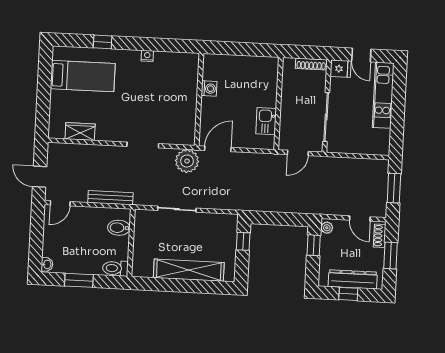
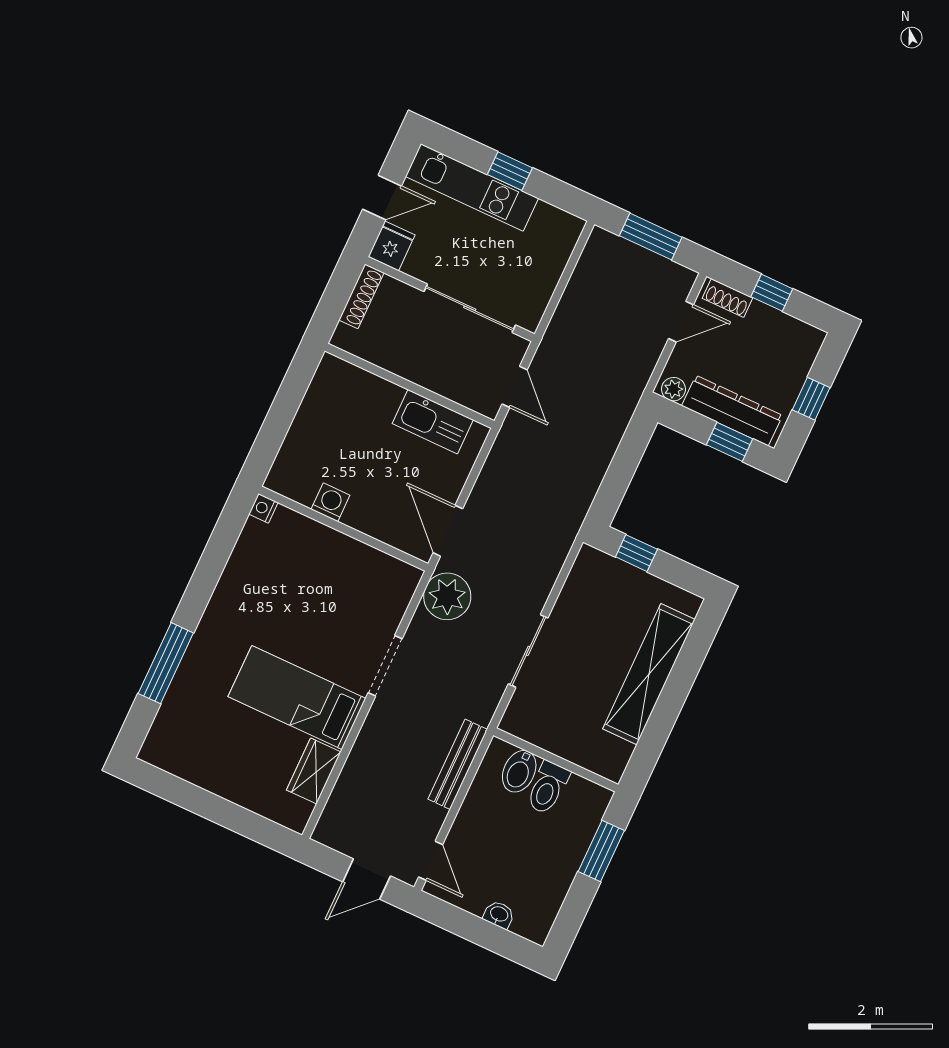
window: (103, 42) -> (166, 663), width x2.17
nightstand: (147, 56) -> (263, 508), moved
bed: (83, 76) -> (297, 697), moved, turned -90
window: (398, 110) -> (510, 171), added
kitchen sink: (266, 121) -> (433, 422), width x1.38
window: (314, 245) -> (730, 442), moved
window: (391, 255) -> (772, 293), width x0.67
washbasin: (47, 264) -> (499, 915), moved
toilet: (115, 268) -> (548, 788), moved
dresser: (353, 279) -> (732, 411), moved, turned 90
window: (79, 280) -> (601, 851), moved

